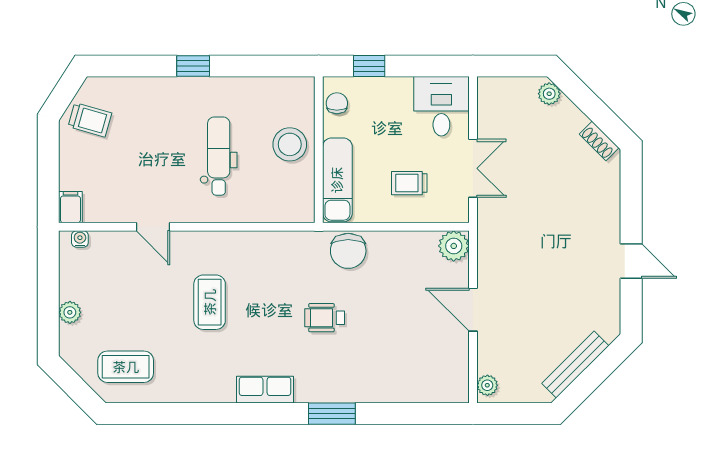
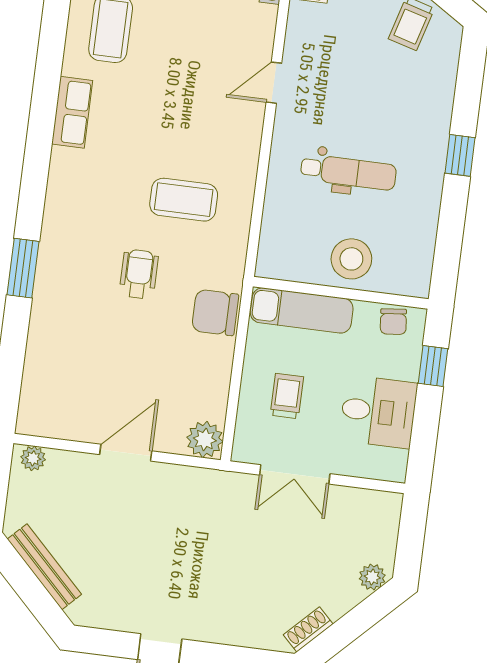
chair: (337, 103) -> (393, 322), turned 84
desk: (441, 106) -> (378, 412), moved
coffee table: (210, 302) -> (184, 200), moved
row of seats: (265, 390) -> (72, 112), moved

